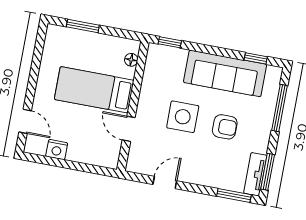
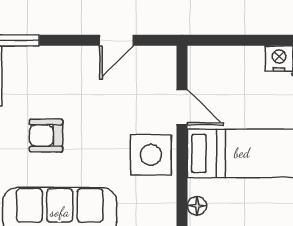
side table: (183, 117) -> (151, 155), moved

